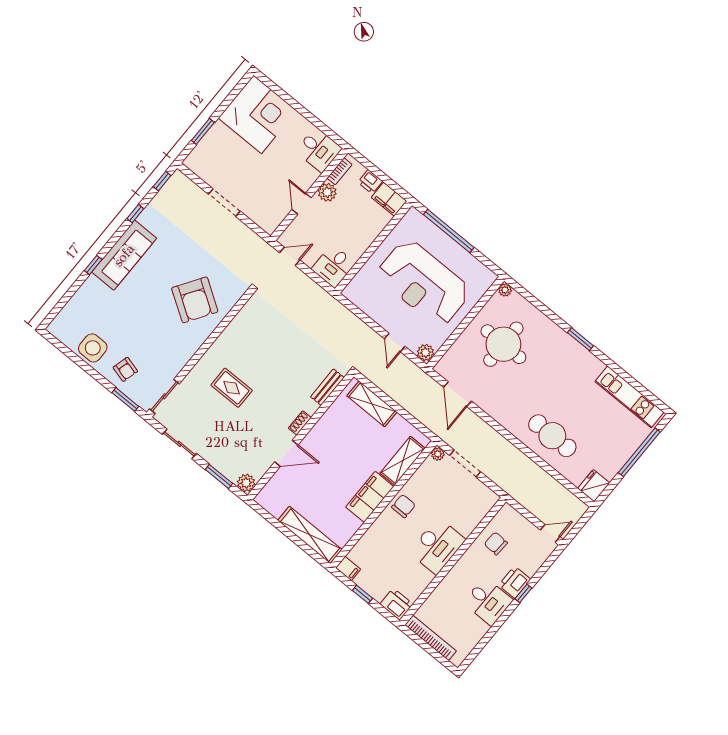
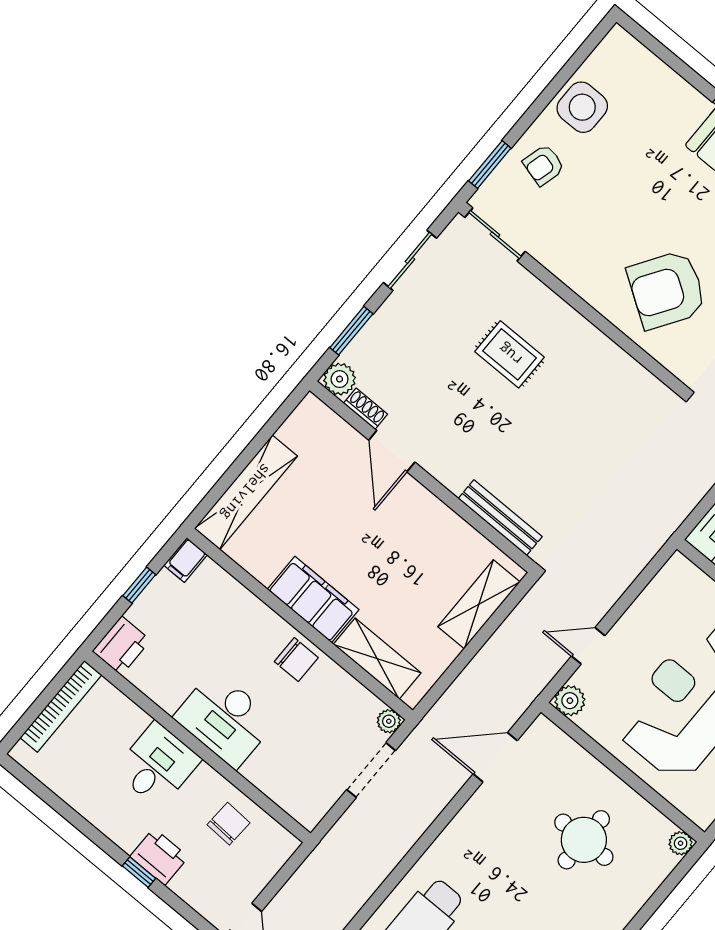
round table: (503, 344) -> (584, 840), width x0.73, depth x0.73
bench: (327, 387) -> (500, 518), width x1.36
rug: (232, 388) -> (510, 354), turned 90
shoe rack: (300, 423) -> (366, 409), moved
desk: (488, 601) -> (157, 765), moved, turned 180

